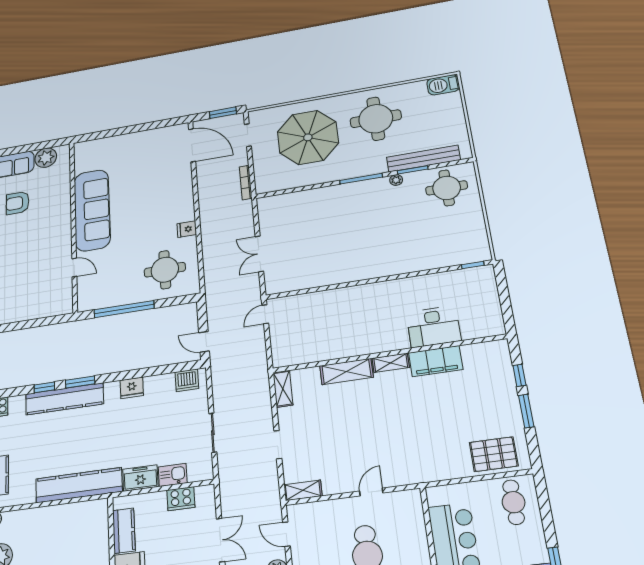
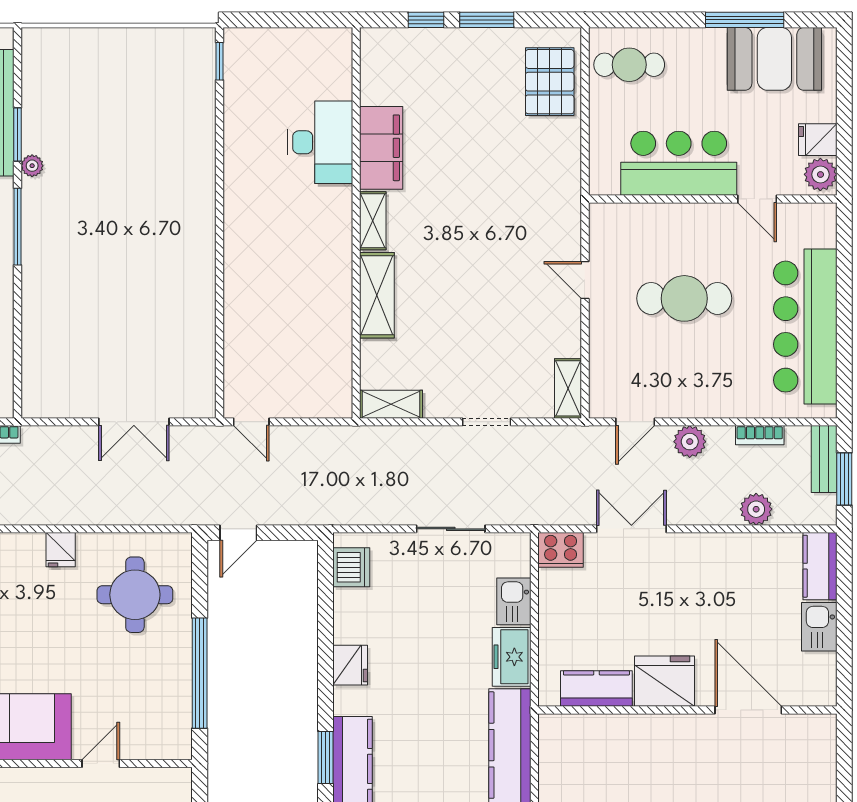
round table: (447, 188) -> (64, 82), removed
door: (204, 342) -> (238, 533), moved
cooker: (181, 499) -> (561, 550), moved, turned 90

